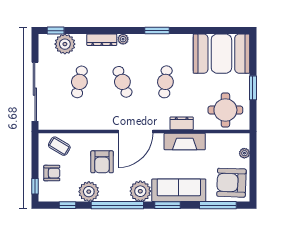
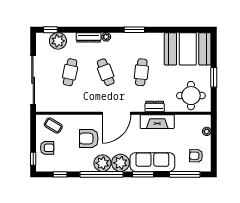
armchair: (102, 162) -> (89, 138), turned 90
armchair: (231, 183) -> (196, 156), width x0.53, depth x0.53
plant: (89, 192) -> (102, 163), moved

